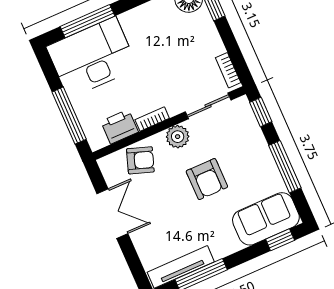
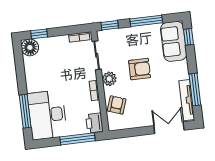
printer: (120, 127) -> (94, 123), moved
double door: (112, 214) -> (169, 128), moved

